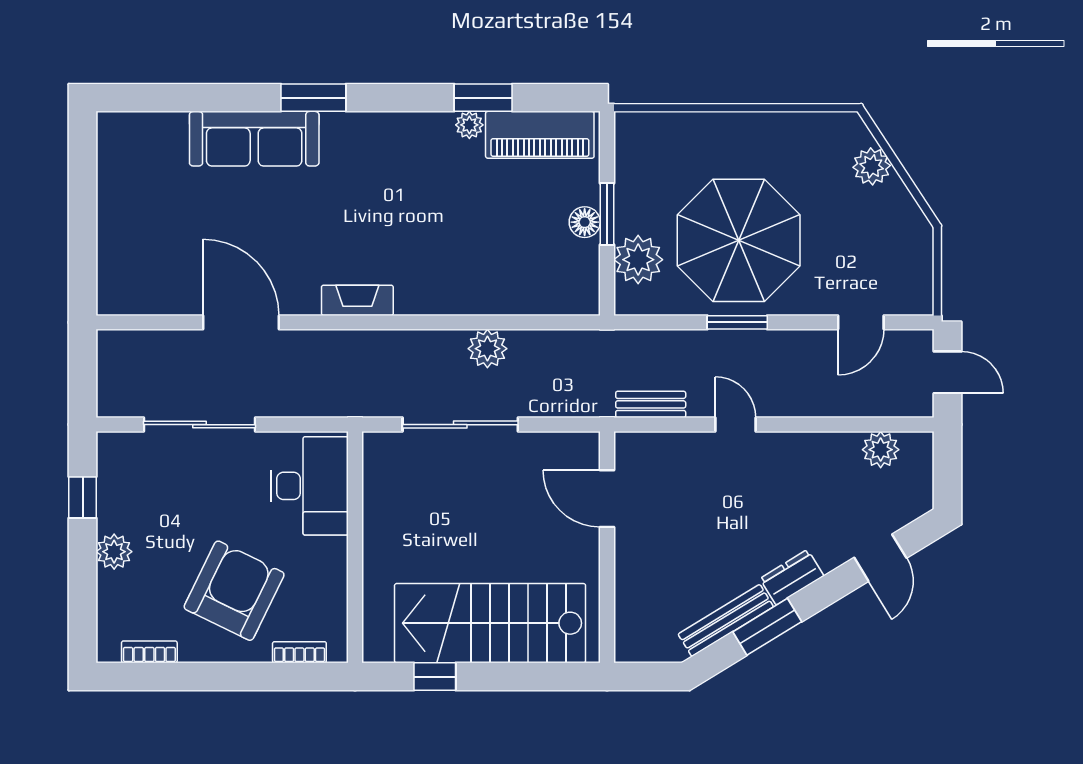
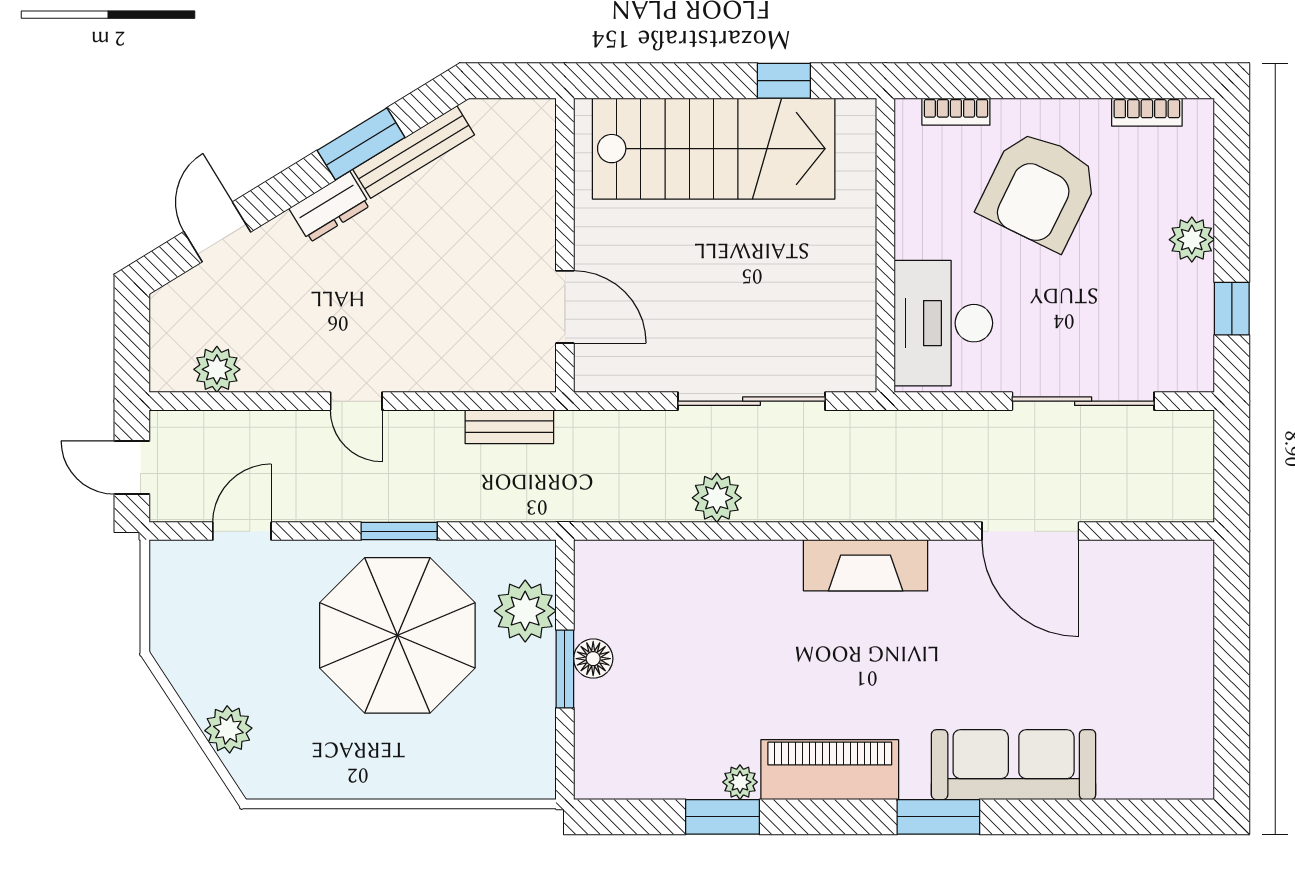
piano: (540, 135) -> (830, 770), moved
fireplace: (357, 300) -> (866, 565), width x1.37, depth x1.32
door: (736, 425) -> (356, 401), moved

